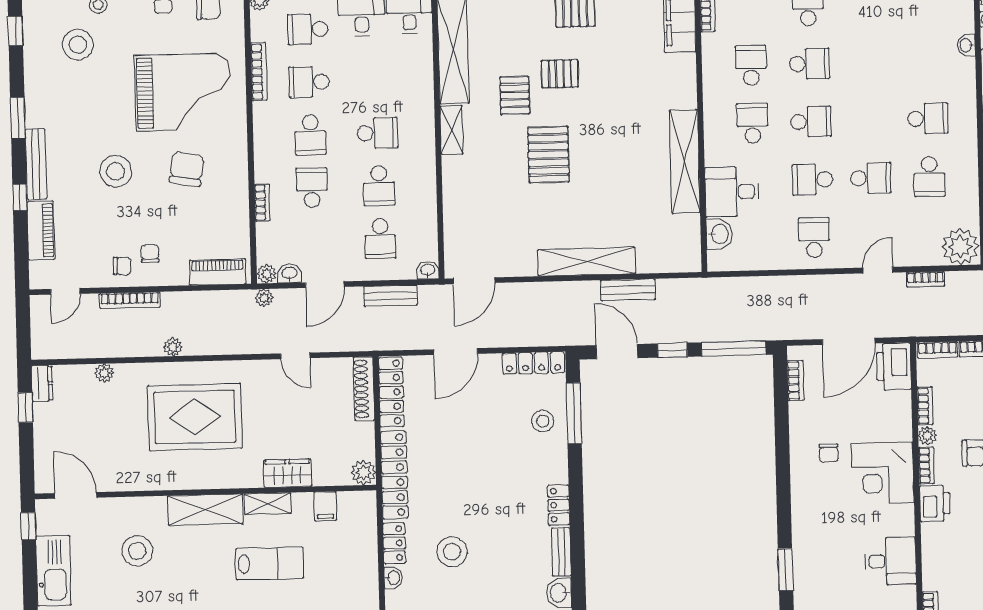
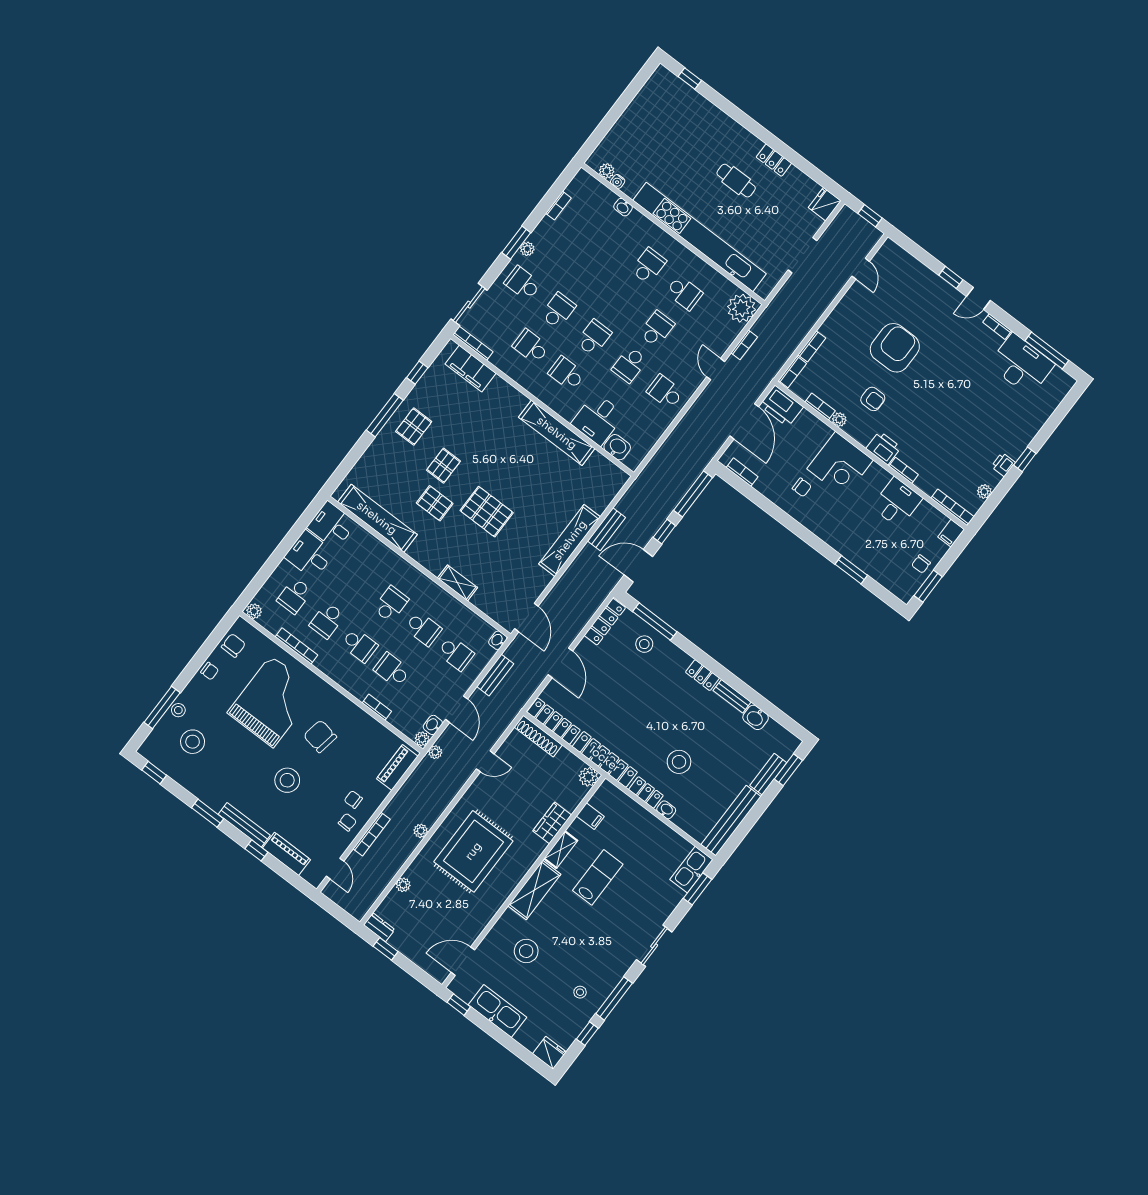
shelving: (452, 130) -> (457, 583), moved
bookcase: (926, 465) -> (904, 470), moved

